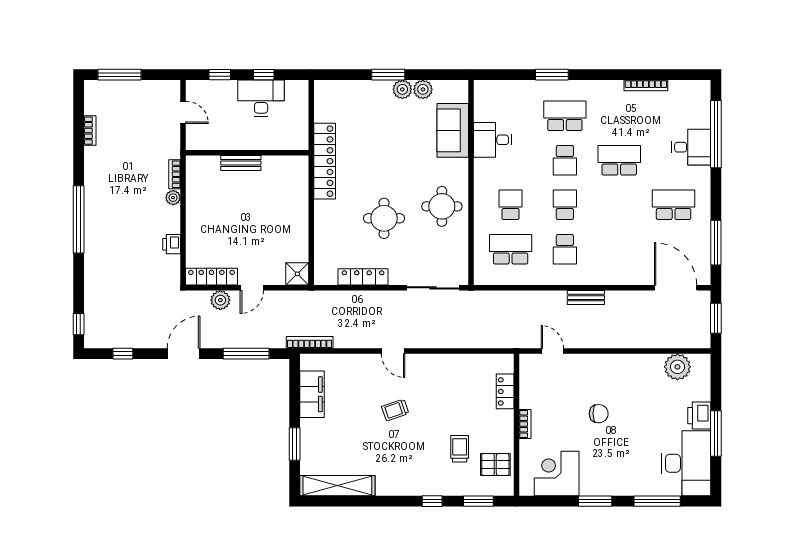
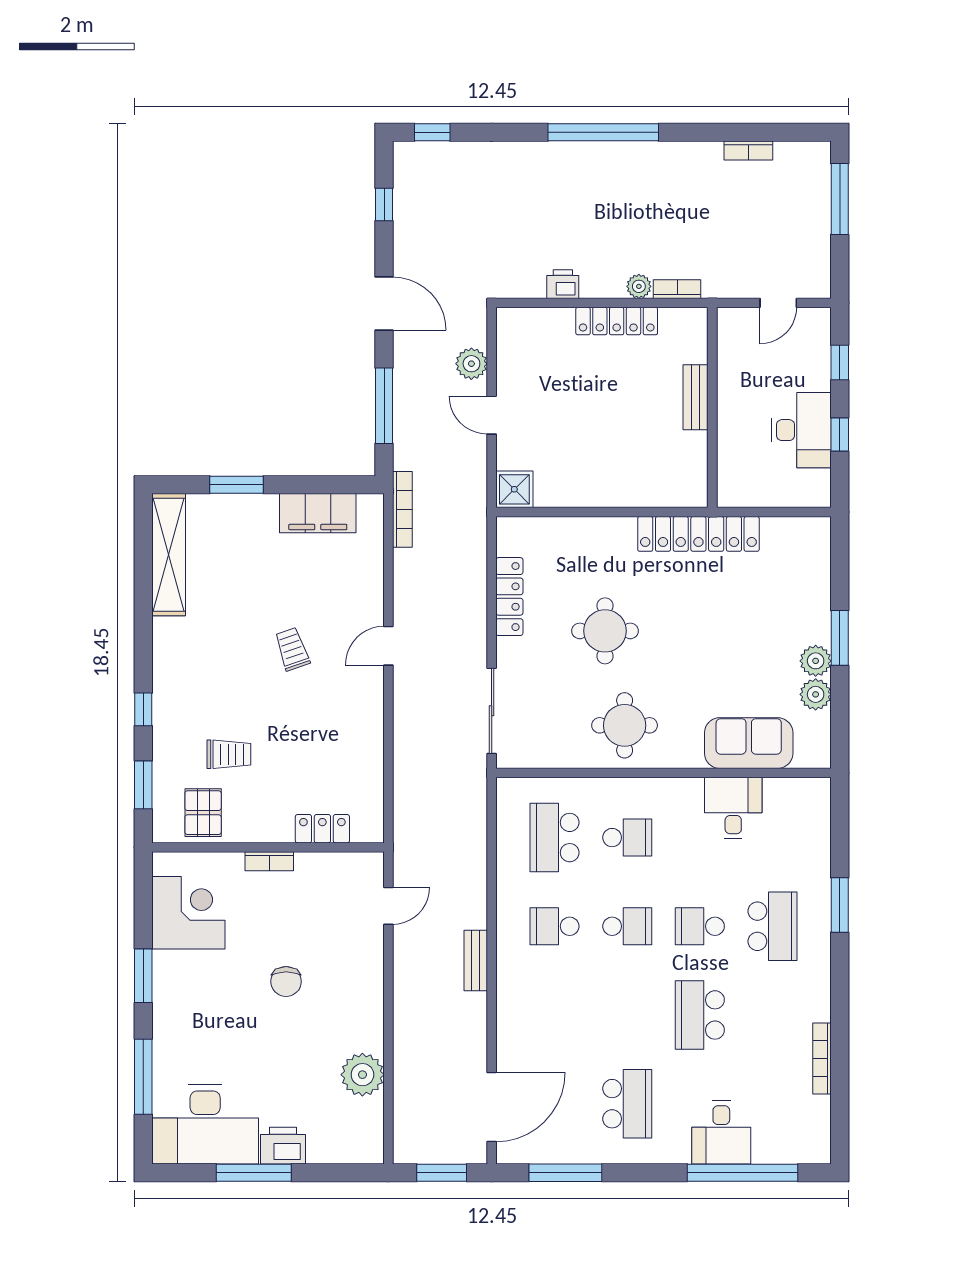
school desk: (619, 160) -> (700, 1015), turned 180
school desk: (511, 249) -> (555, 838), turned 180
locker: (212, 277) -> (617, 321), moved, turned 90
plant: (677, 367) -> (362, 1075), moved

